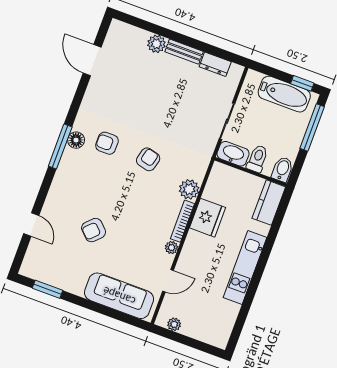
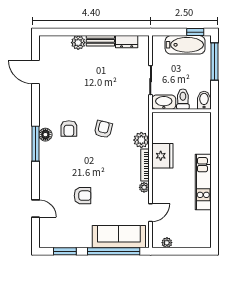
armchair: (107, 143) -> (69, 129), turned -90
kitchen counter: (269, 203) -> (203, 128), removed
armchair: (94, 230) -> (83, 196), turned -135
window: (106, 311) -> (114, 251), added

